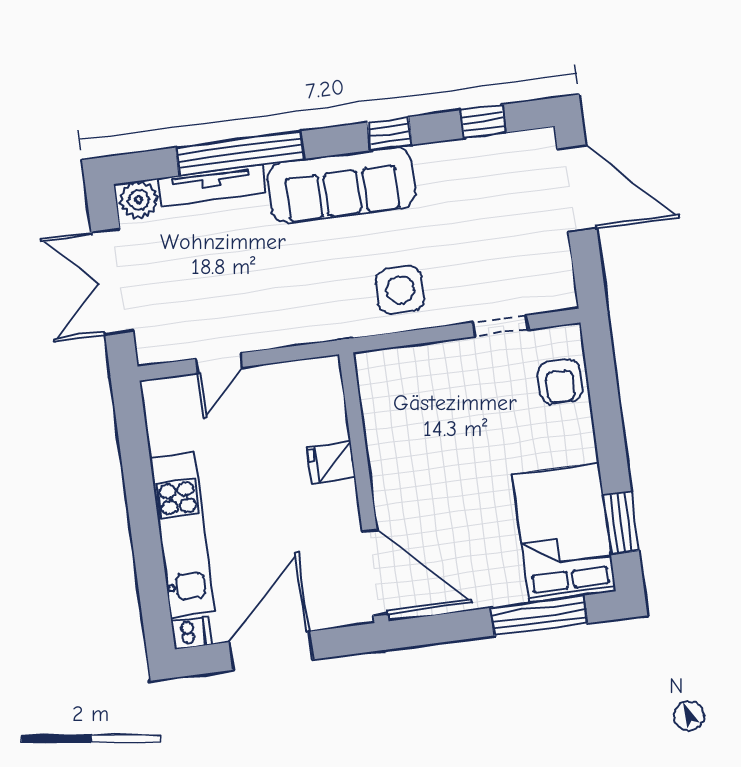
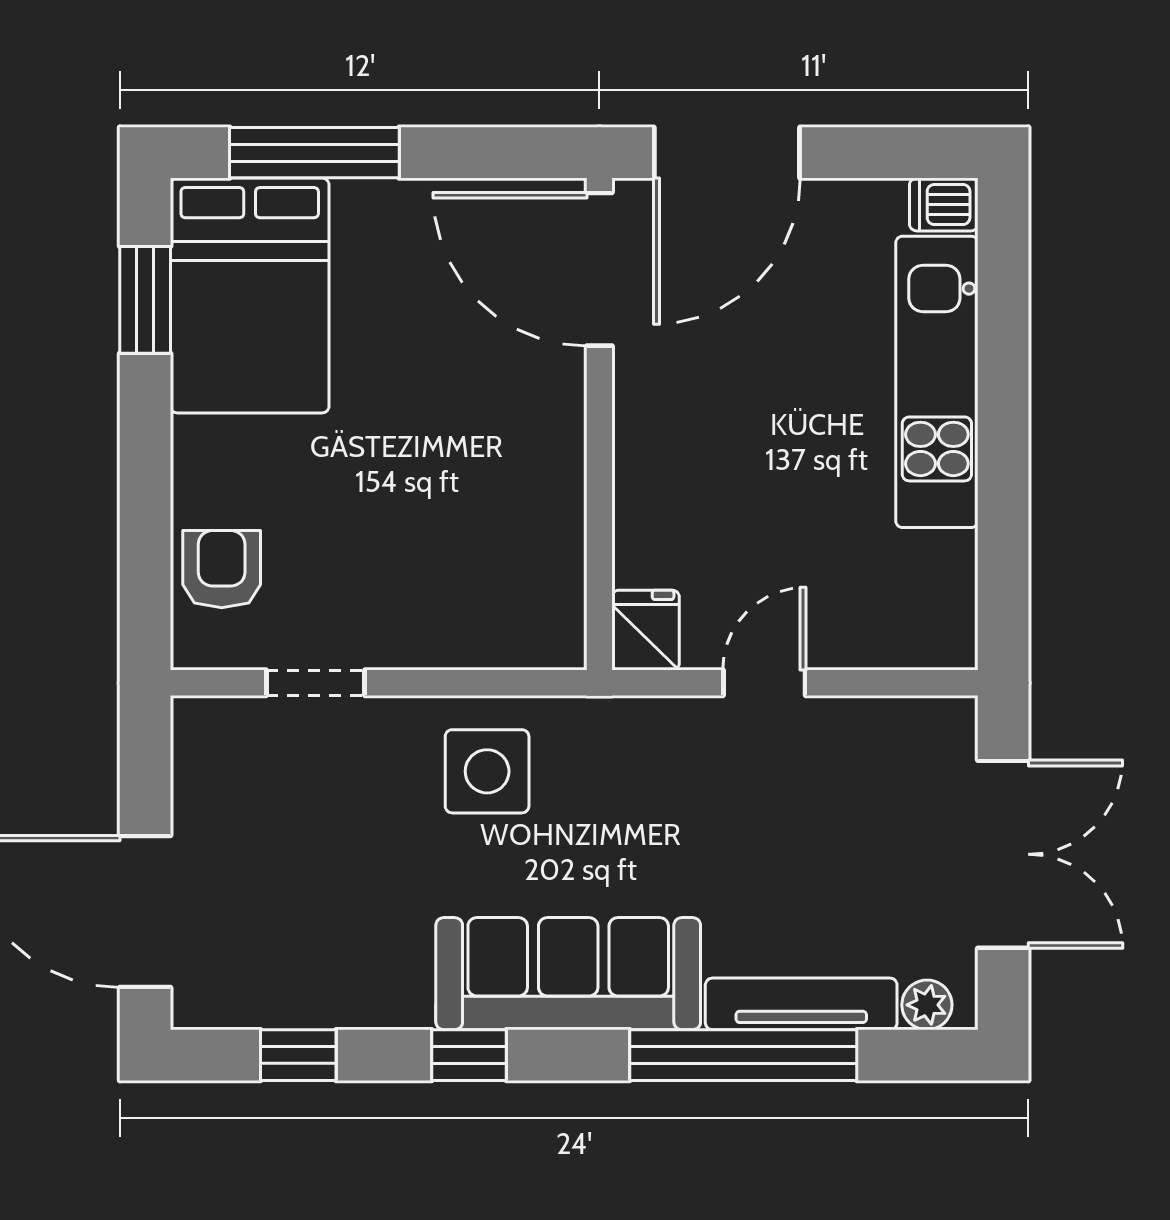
plant: (139, 200) -> (927, 1005), width x0.73, depth x0.73
door: (219, 363) -> (764, 683), moved
fridge: (331, 462) -> (646, 630), moved, turned -90
door: (271, 651) -> (727, 153), moved

